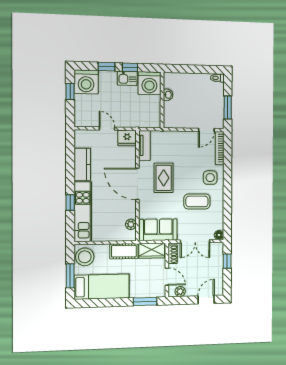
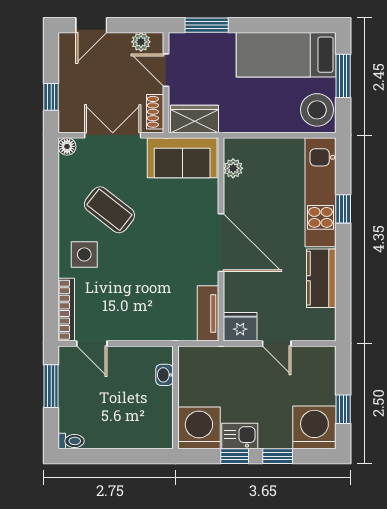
washbasin: (168, 95) -> (165, 375), moved
door: (206, 130) -> (92, 344), swing flipped
rug: (164, 178) -> (172, 254), removed
coffee table: (197, 201) -> (109, 210), turned 38
cot: (124, 251) -> (246, 119), removed

